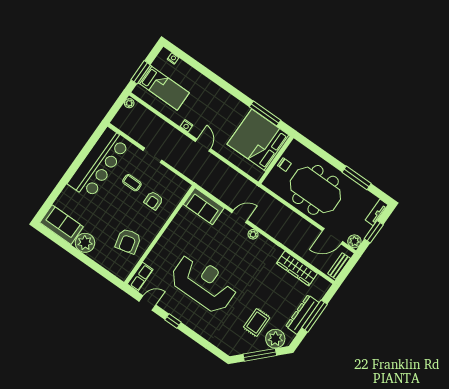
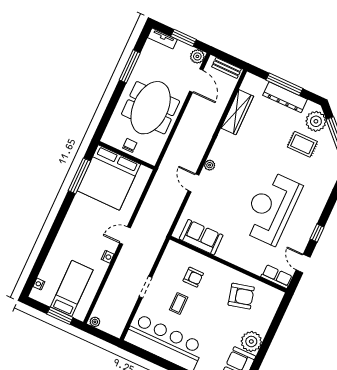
sofa: (204, 206) -> (201, 237), moved, turned -90

